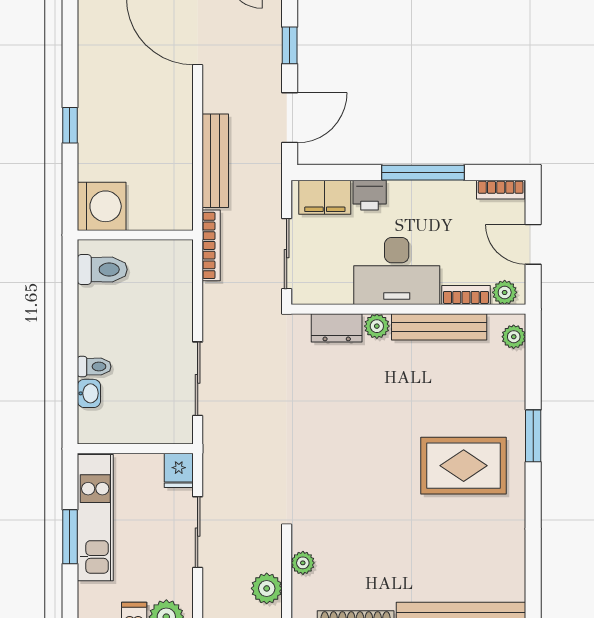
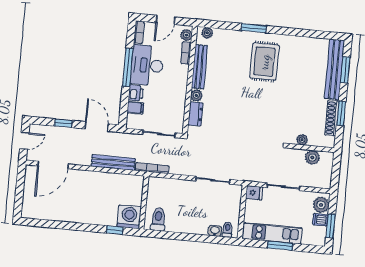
window: (70, 125) -> (115, 230), moved
filing cabinet: (325, 197) -> (135, 108), width x0.50
desk: (397, 271) -> (147, 65), moved, turned 180
toilet: (94, 367) -> (227, 230), moved

